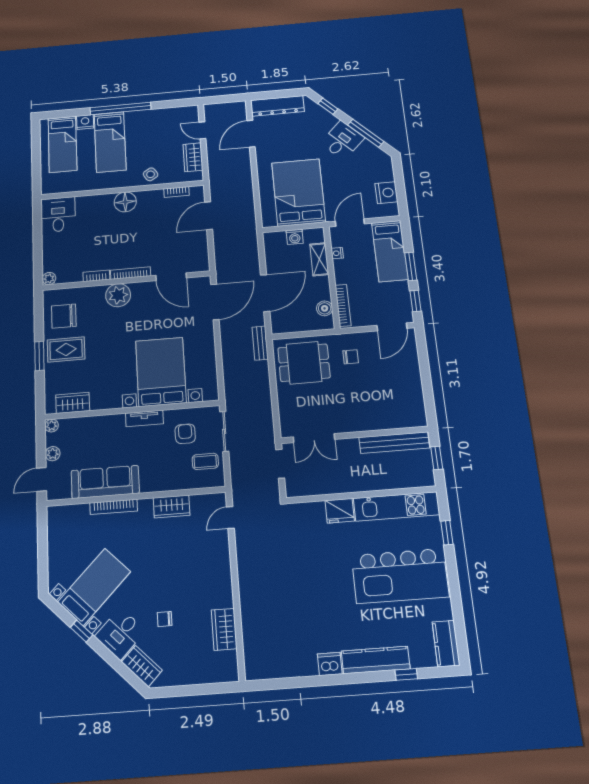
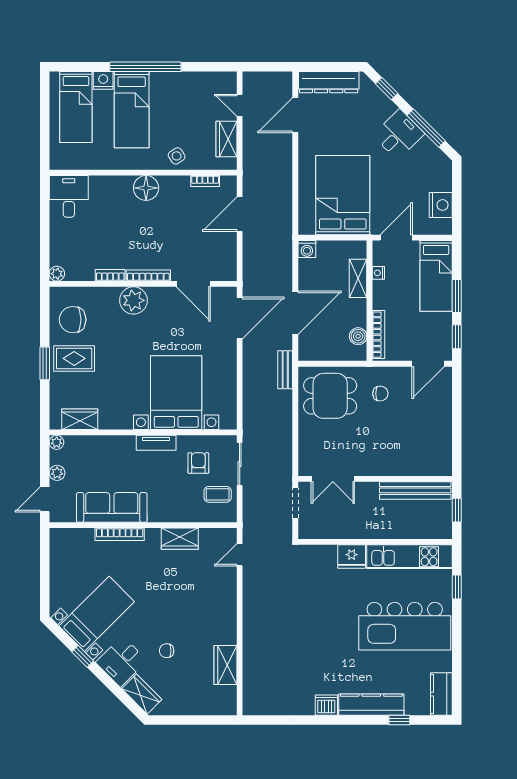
washing machine: (295, 237) -> (307, 249), moved

